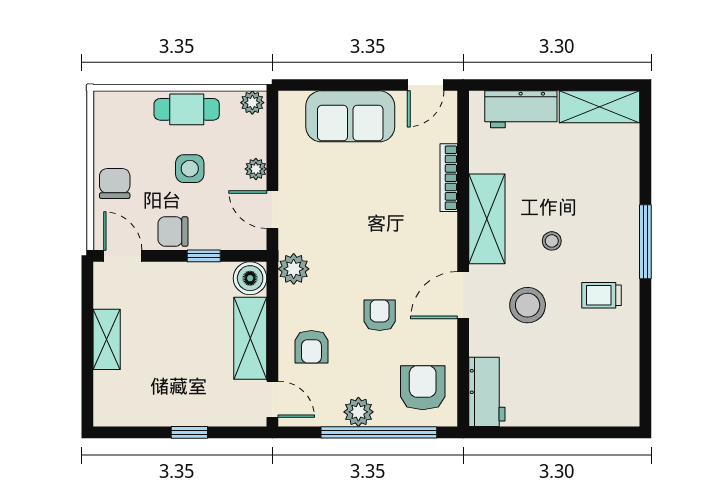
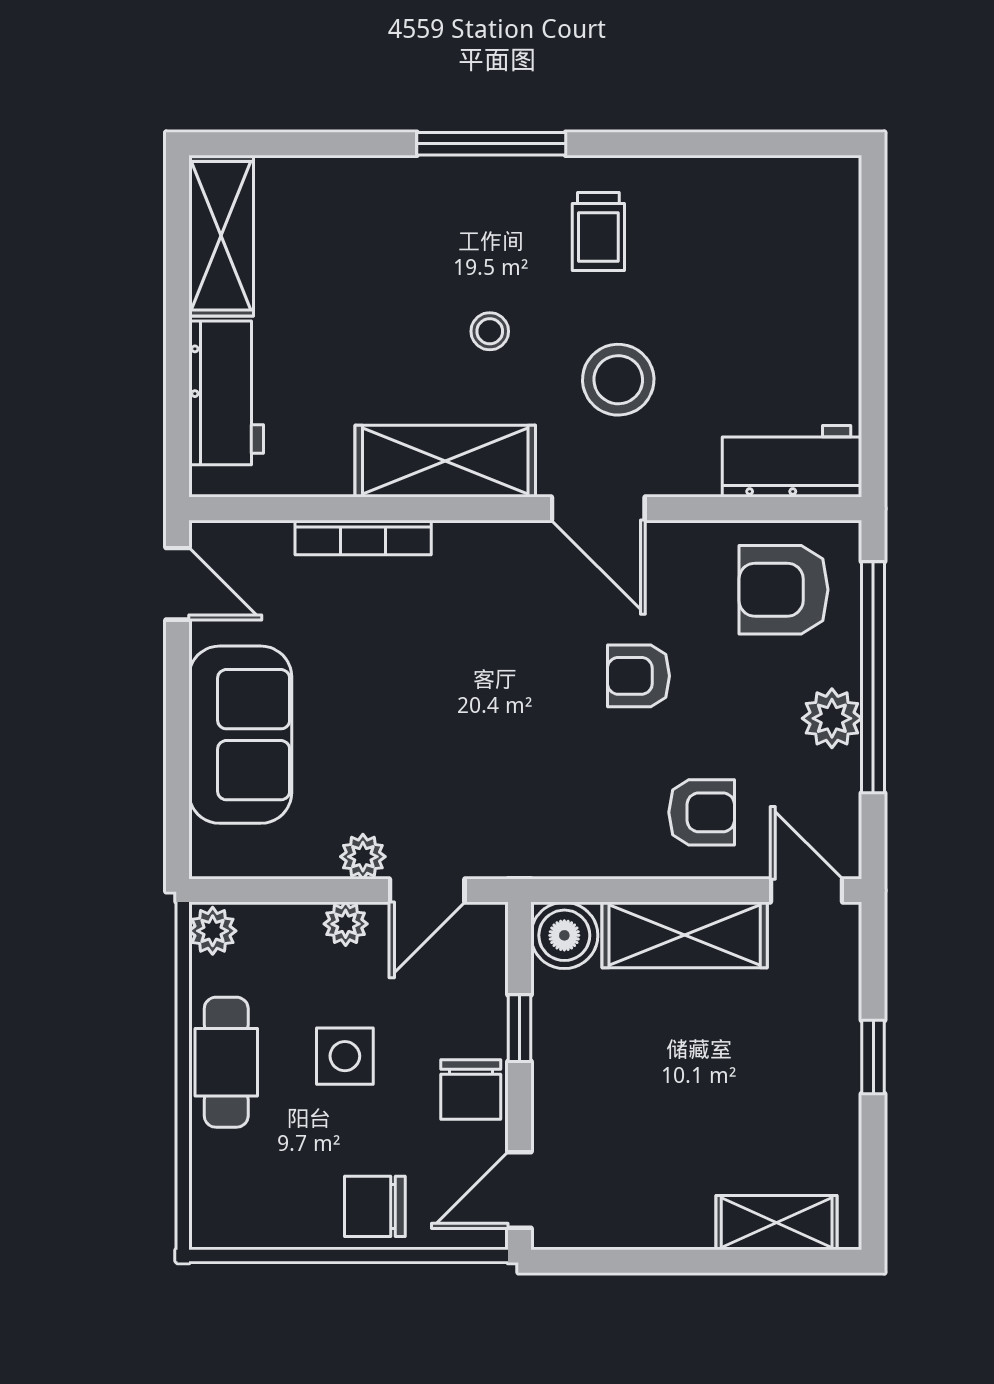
plant: (294, 269) -> (363, 857), moved, width x0.73, depth x0.73
shelving: (107, 339) -> (777, 1223), moved
door: (272, 399) -> (807, 891), hinge flipped

